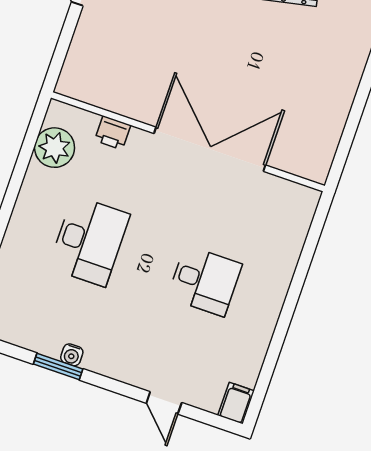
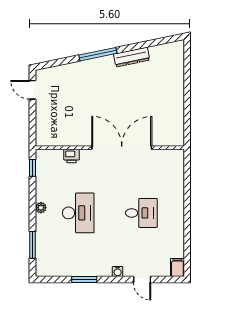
window: (34, 130) -> (33, 168), added
plant: (55, 148) -> (41, 208), moved, width x0.53, depth x0.53
water cooler: (72, 355) -> (118, 271), moved

